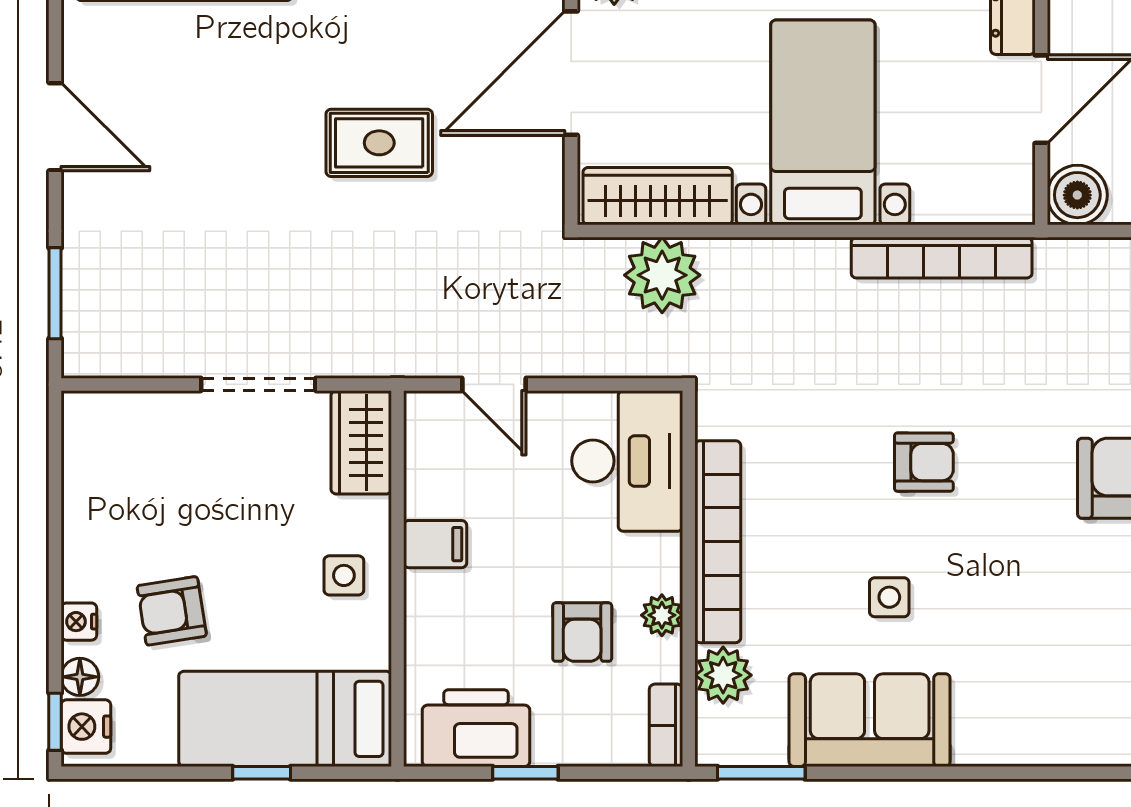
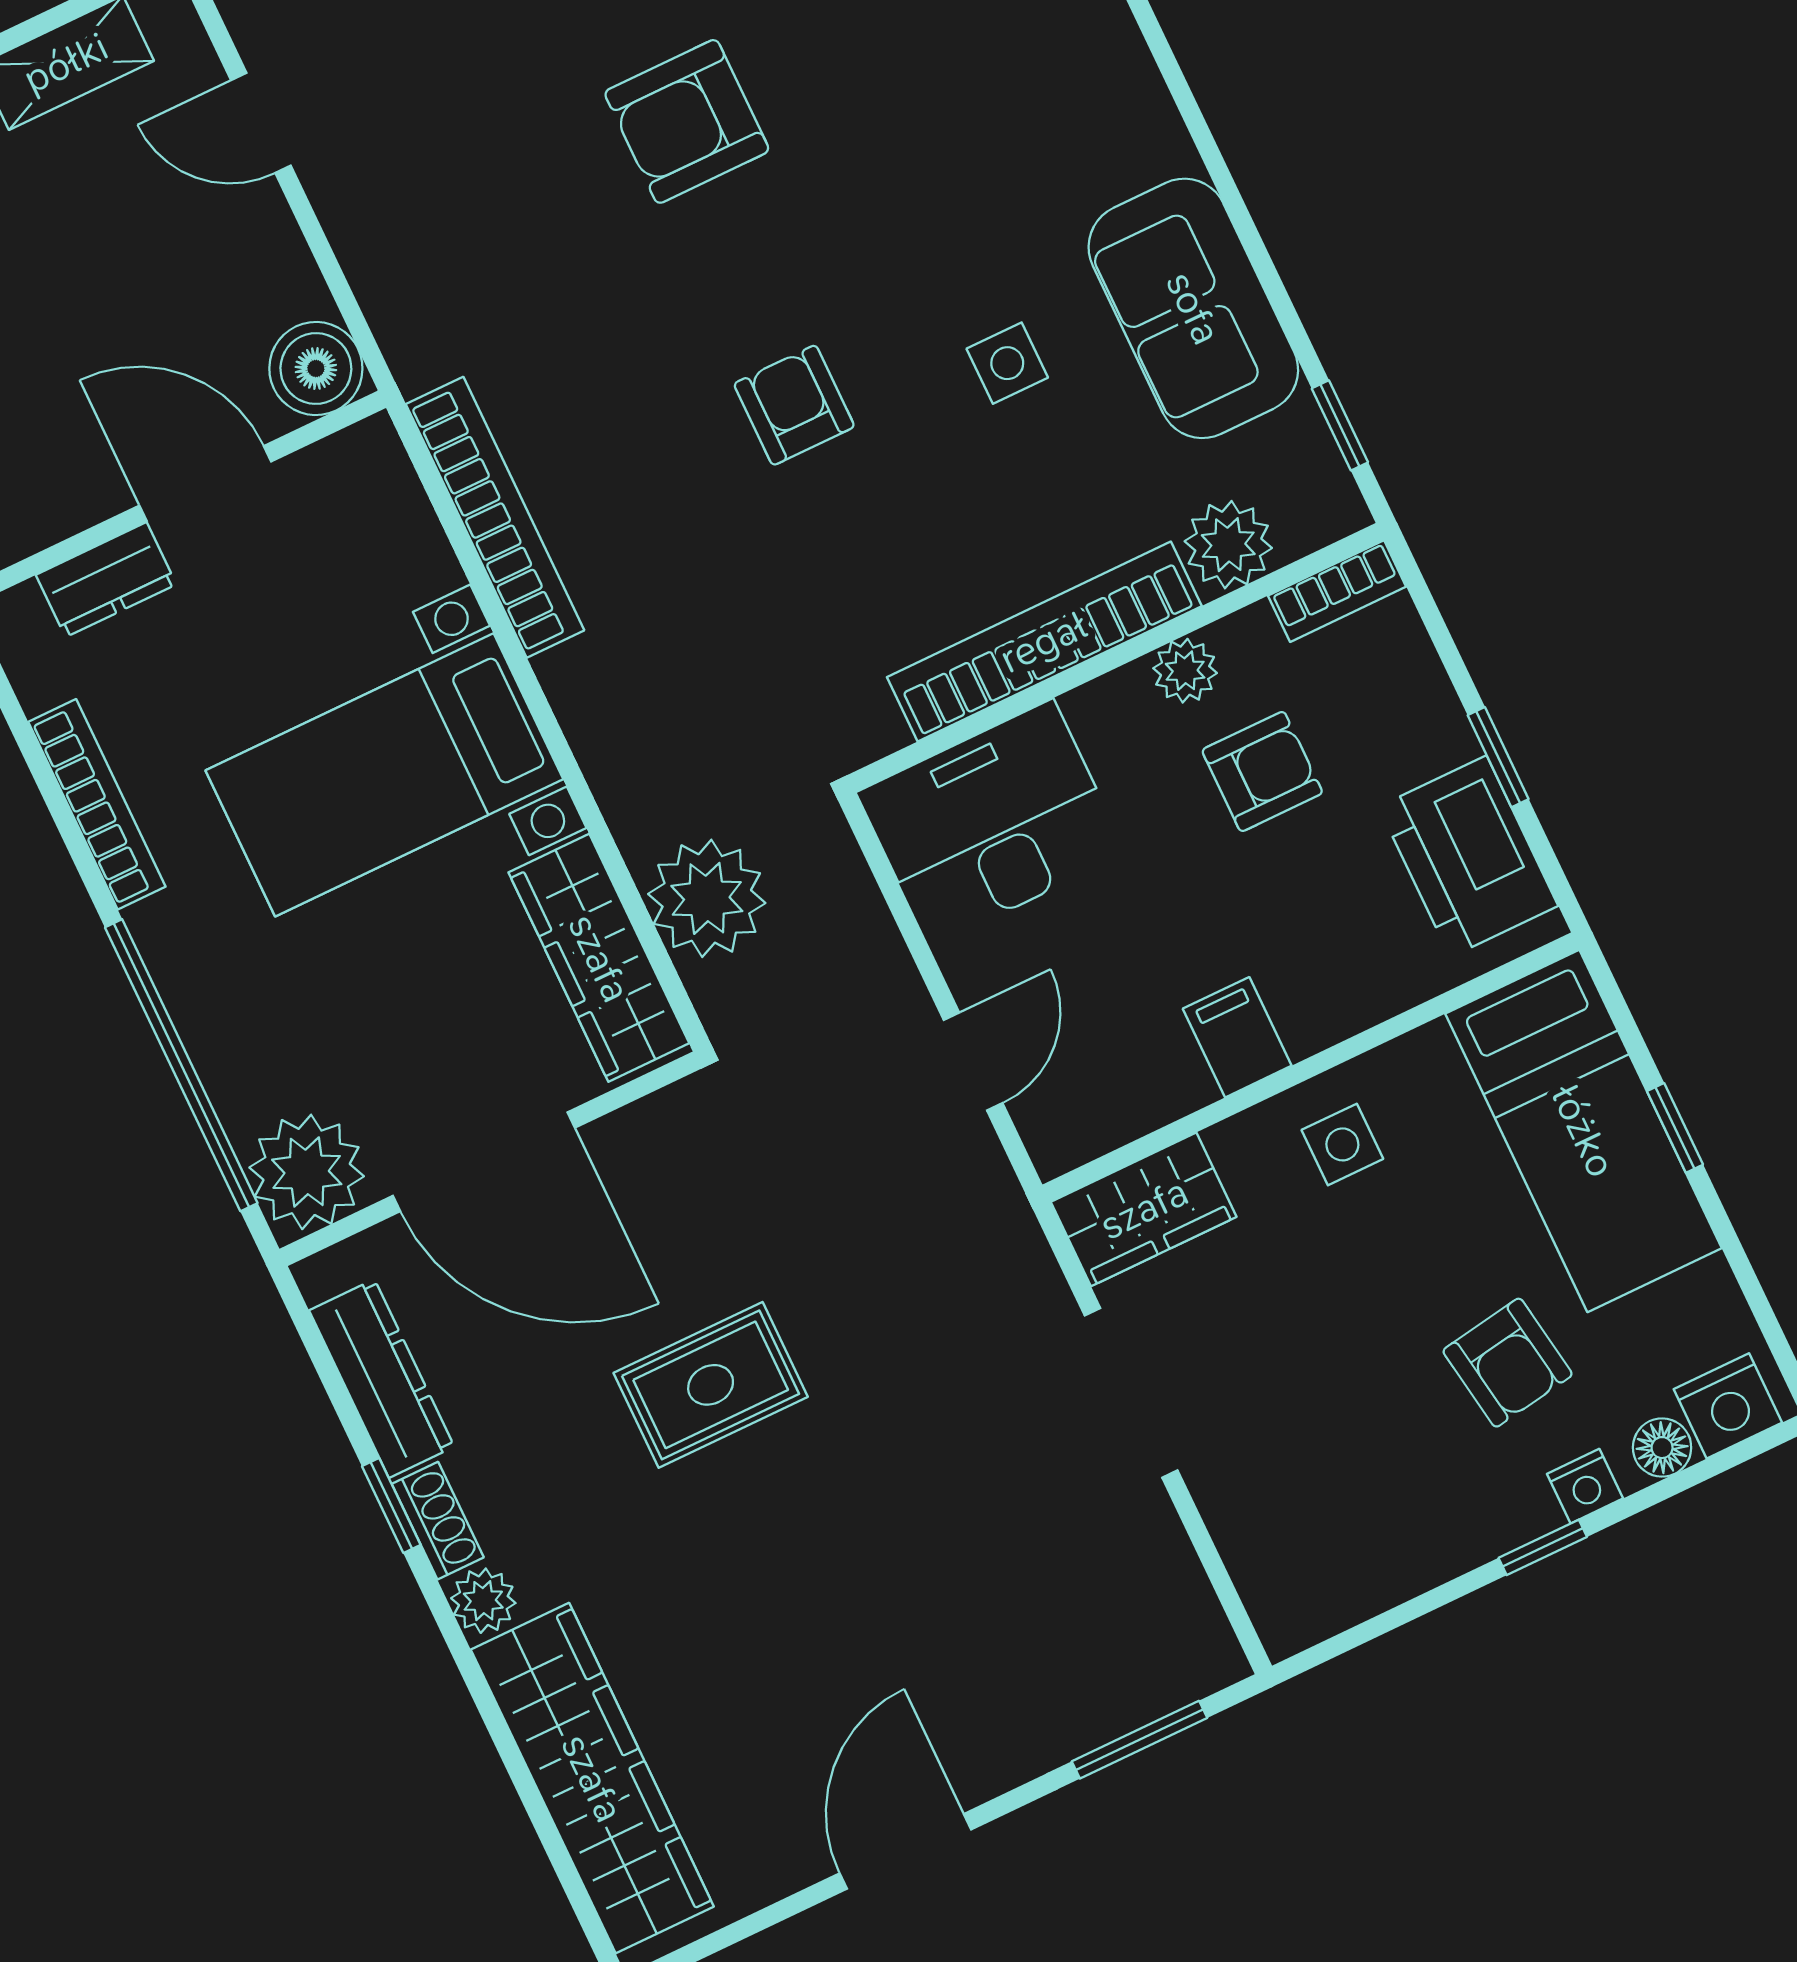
rug: (379, 143) -> (711, 1385), turned 90
window: (55, 722) -> (1543, 1547), moved
window: (761, 773) -> (1340, 425), width x0.67

